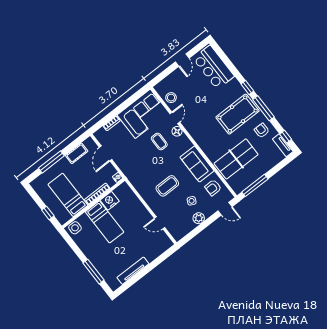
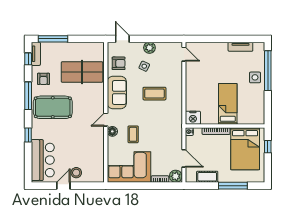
window: (247, 87) -> (28, 135), moved
stool: (171, 98) -> (76, 173), moved
door: (175, 118) -> (106, 120), moved
plant: (101, 135) -> (176, 176), added
door: (106, 153) -> (184, 158), hinge flipped
window: (255, 185) -> (53, 39), moved
bed: (68, 195) -> (245, 149), width x1.50
nightstand: (110, 201) -> (193, 118), moved
door: (160, 223) -> (184, 54), moved
side table: (75, 228) -> (255, 77), moved
tv unit: (133, 271) -> (240, 47), width x0.71
window: (93, 272) -> (268, 71), width x1.46

